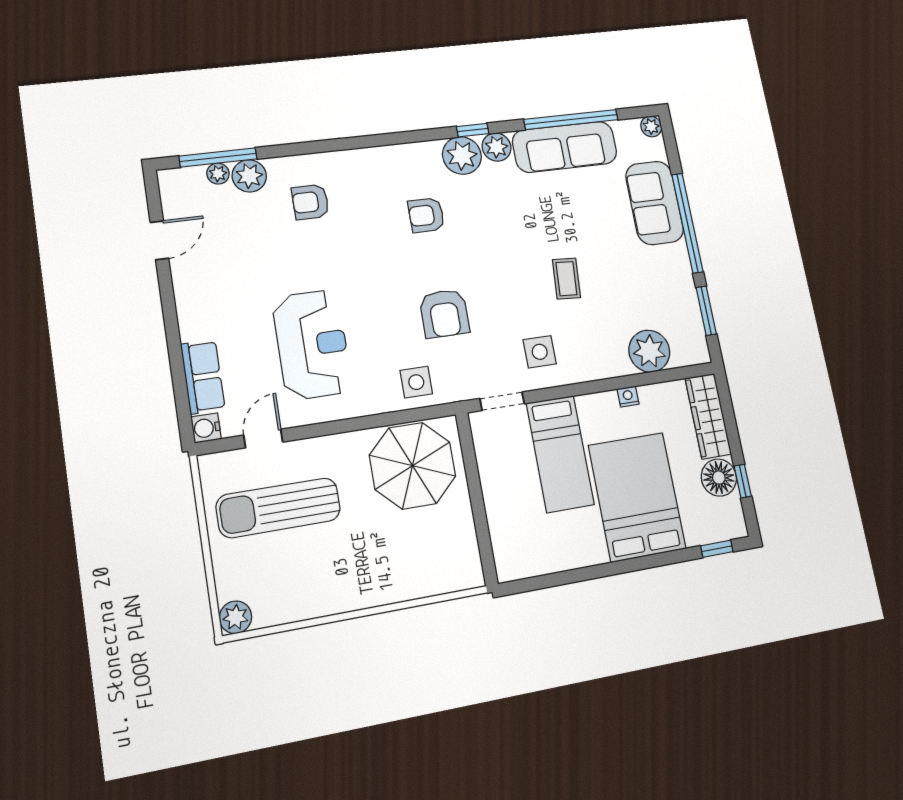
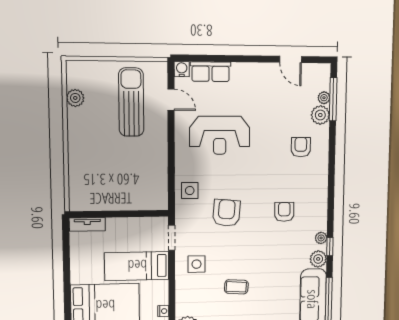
plant: (462, 156) -> (321, 238), width x0.53, depth x0.53
armchair: (444, 313) -> (226, 213), turned 95
parasol: (413, 466) -> (143, 181), removed
tv unit: (504, 550) -> (87, 224), added
plant: (235, 617) -> (75, 98), moved

